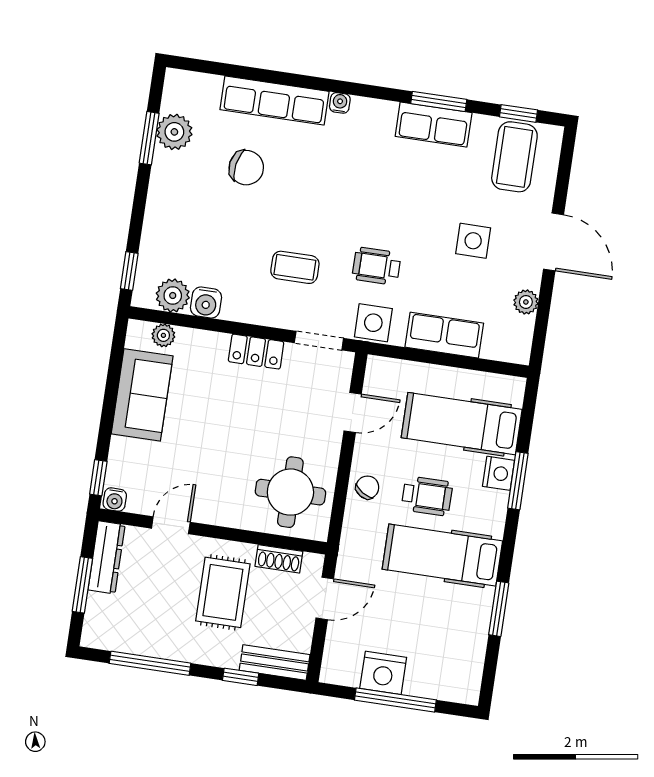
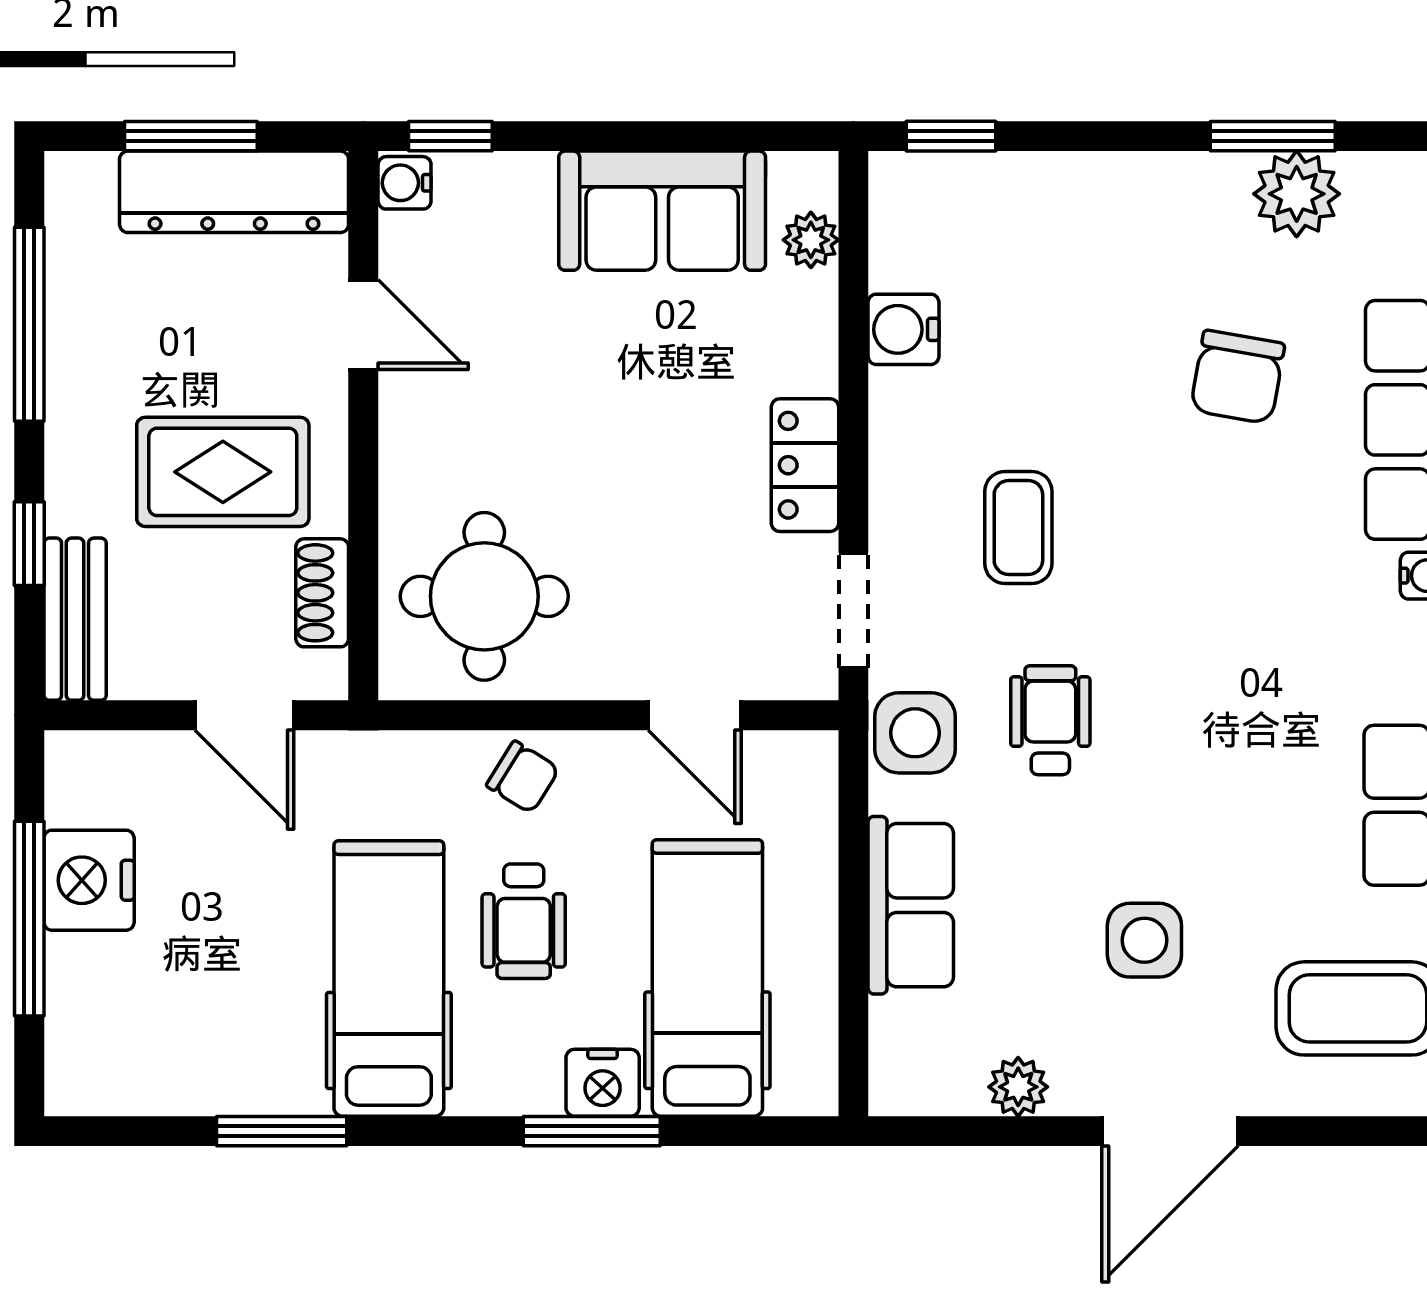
plant: (173, 296) -> (908, 248), removed
dresser: (107, 557) -> (234, 192), width x1.37, depth x1.24

